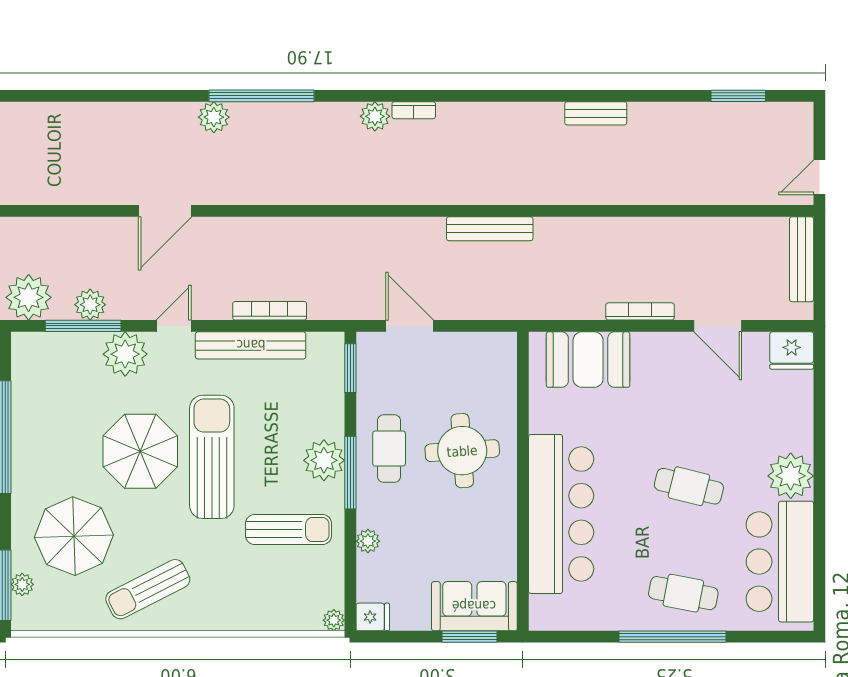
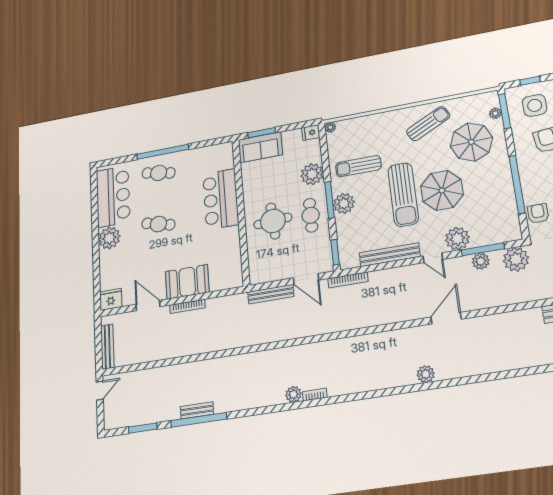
window: (262, 96) -> (199, 420), moved
bench: (596, 113) -> (197, 410), moved
plant: (375, 116) -> (293, 394), moved
bench: (490, 229) -> (271, 294), moved
bookcase: (270, 311) -> (348, 280), moved
door: (174, 326) -> (433, 258), hinge flipped
booth: (588, 360) -> (187, 282), moved
bar counter: (561, 514) -> (221, 199), width x0.73
plant: (368, 541) -> (312, 174), width x1.88, depth x1.88

